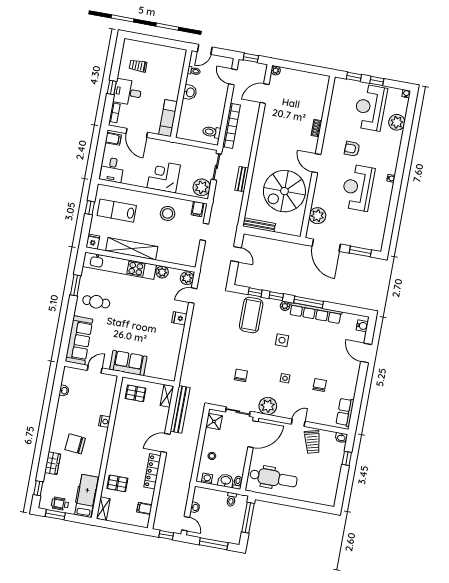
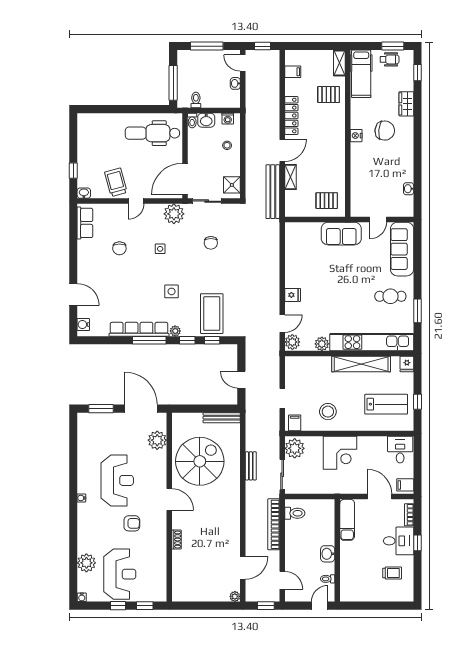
shelving: (167, 396) -> (290, 177), moved
nightstand: (104, 421) -> (356, 136), moved

